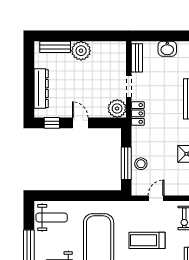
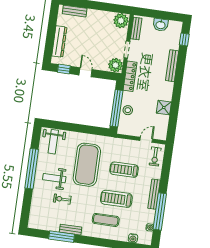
plant: (81, 51) -> (121, 21), moved
locker: (138, 113) -> (130, 76), width x1.53
window: (126, 163) -> (117, 108), width x1.46
door: (156, 198) -> (146, 140), moved
weight bench: (52, 218) -> (53, 142), turned 90

